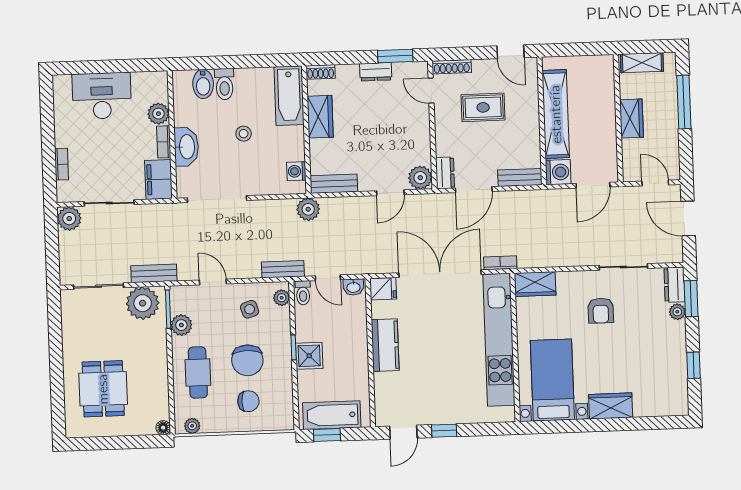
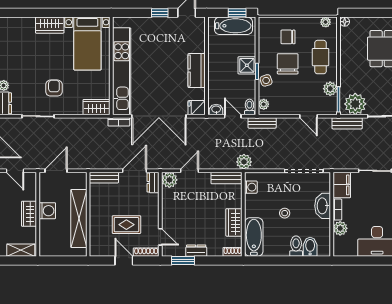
door: (511, 52) -> (124, 261), moved
washing machine: (558, 172) -> (47, 211), moved, turned 180
side table: (250, 309) -> (266, 80), moved

